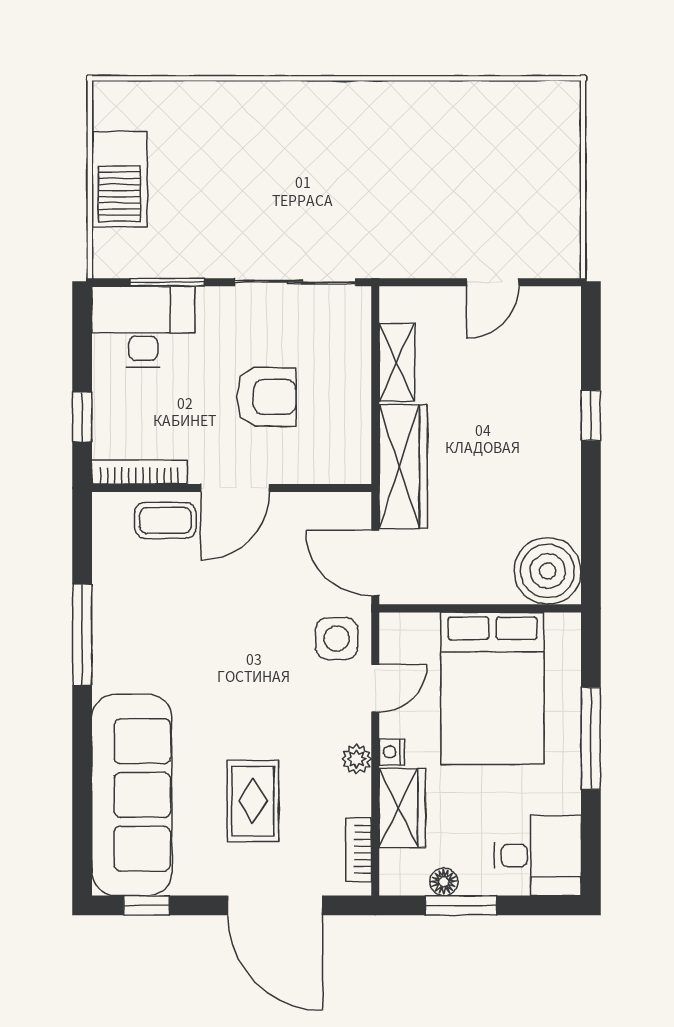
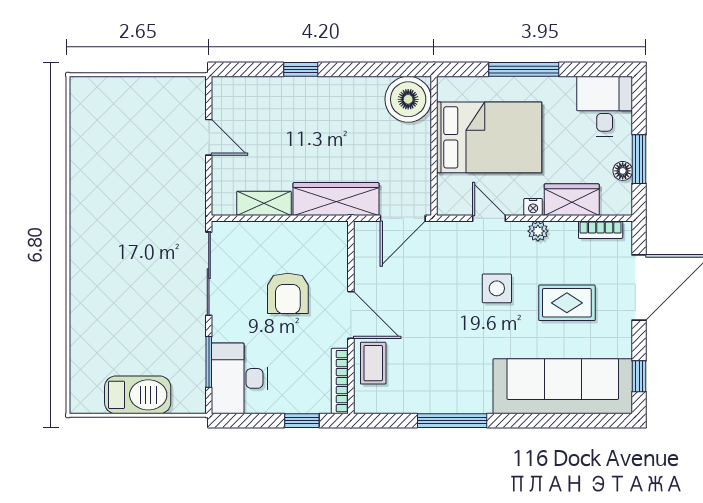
armchair: (267, 397) -> (288, 293), turned 180
side table: (337, 639) -> (497, 288), moved

